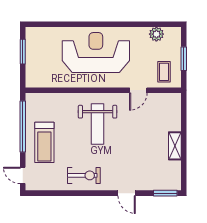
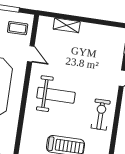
shelving: (175, 146) -> (67, 25), moved

